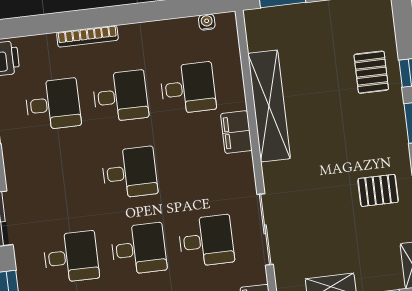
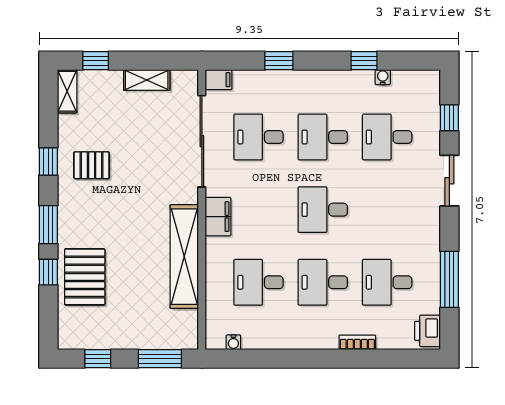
bookcase: (87, 36) -> (357, 342), width x0.64
pallet: (371, 72) -> (85, 277), width x1.50, depth x1.42
filing cabinet: (236, 132) -> (218, 217), moved
sliding door: (265, 229) -> (202, 141), width x1.36

